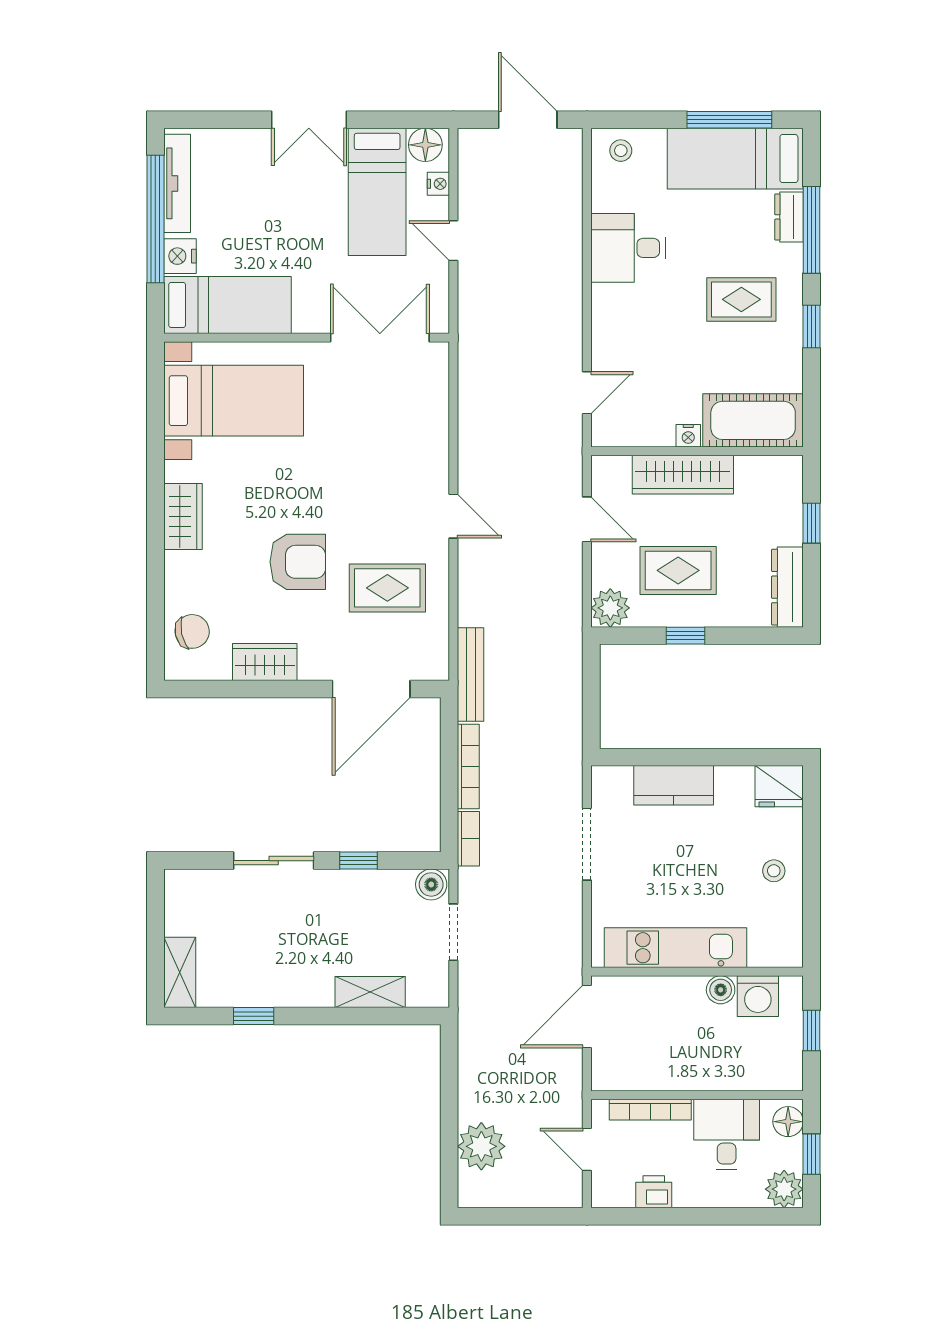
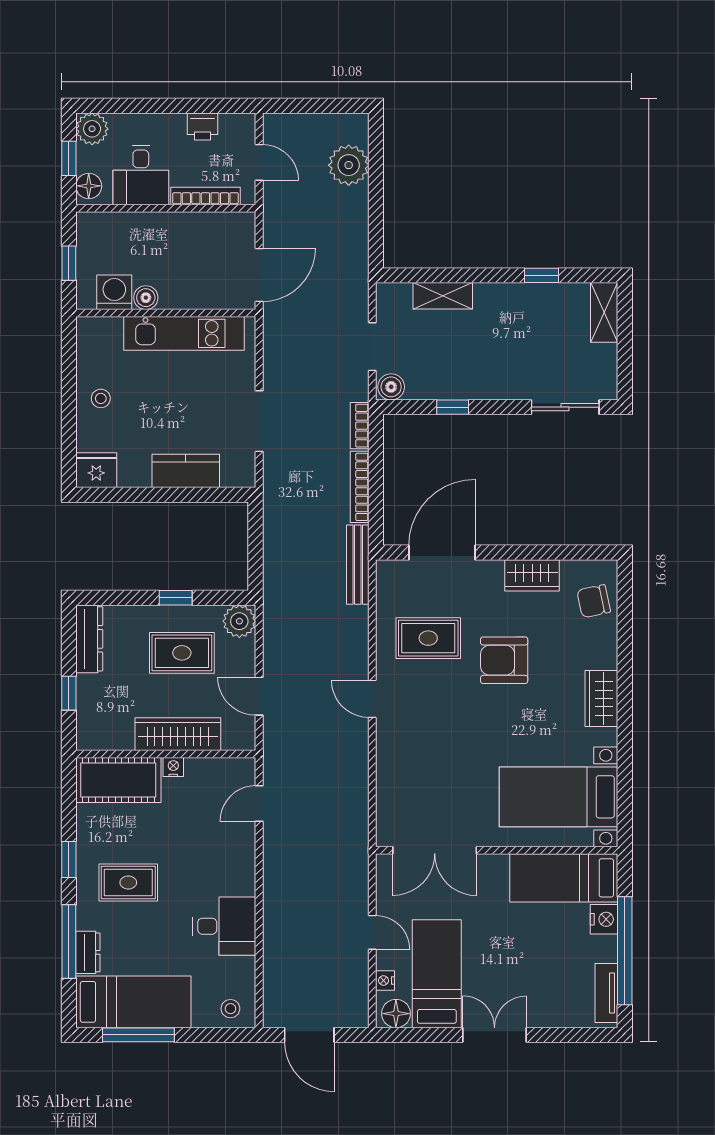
tv unit: (177, 183) -> (606, 993), width x0.71
sliding door: (274, 861) -> (565, 407), moved

